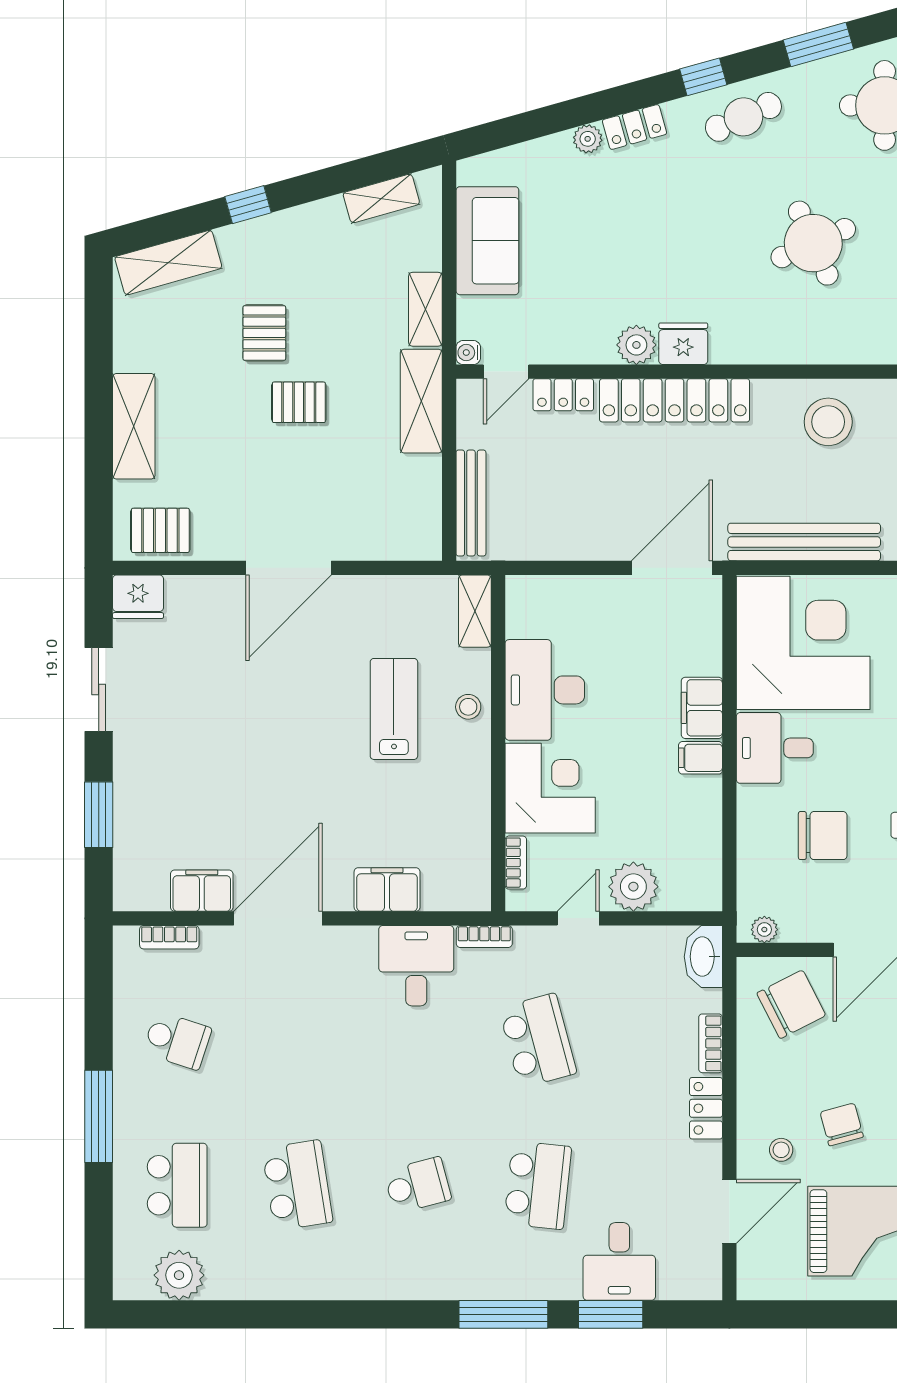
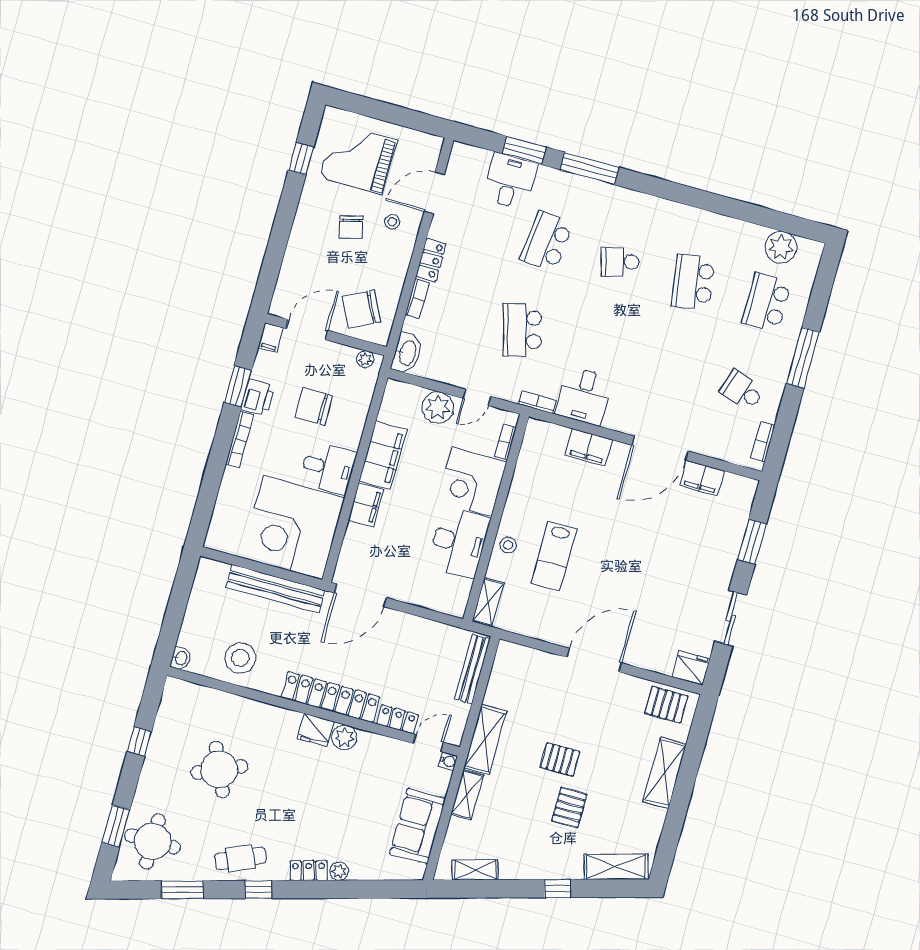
filing cabinet: (701, 758) -> (383, 455), width x3.00, depth x1.17
bookcase: (169, 937) -> (763, 442), moved, turned -90

